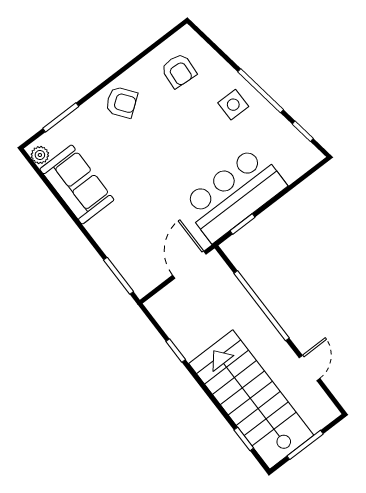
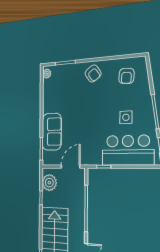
side table: (233, 105) -> (126, 117), moved
sofa: (77, 184) -> (52, 132), moved
bar counter: (234, 194) -> (128, 150), moved
plant: (172, 316) -> (49, 183), added

